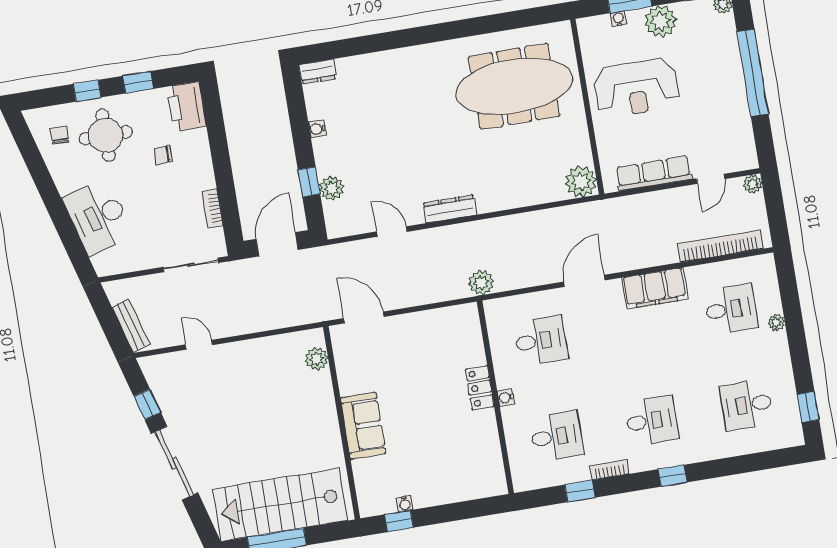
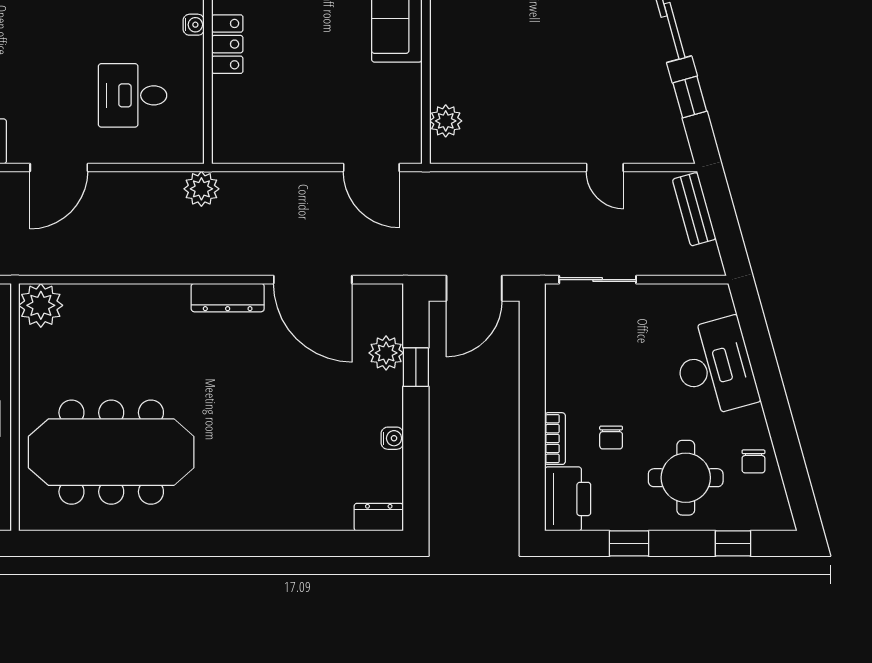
window: (87, 91) -> (733, 543), moved
chair: (59, 135) -> (753, 461), moved
chair: (163, 155) -> (611, 438), turned 90
bookcase: (213, 208) -> (555, 439), moved
door: (392, 232) -> (313, 280), width x1.88

